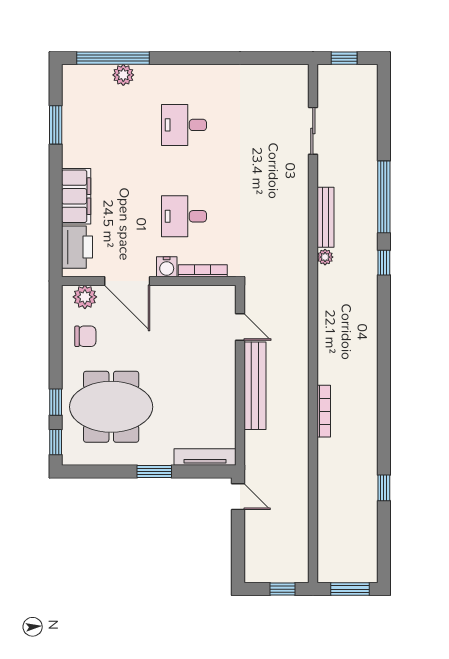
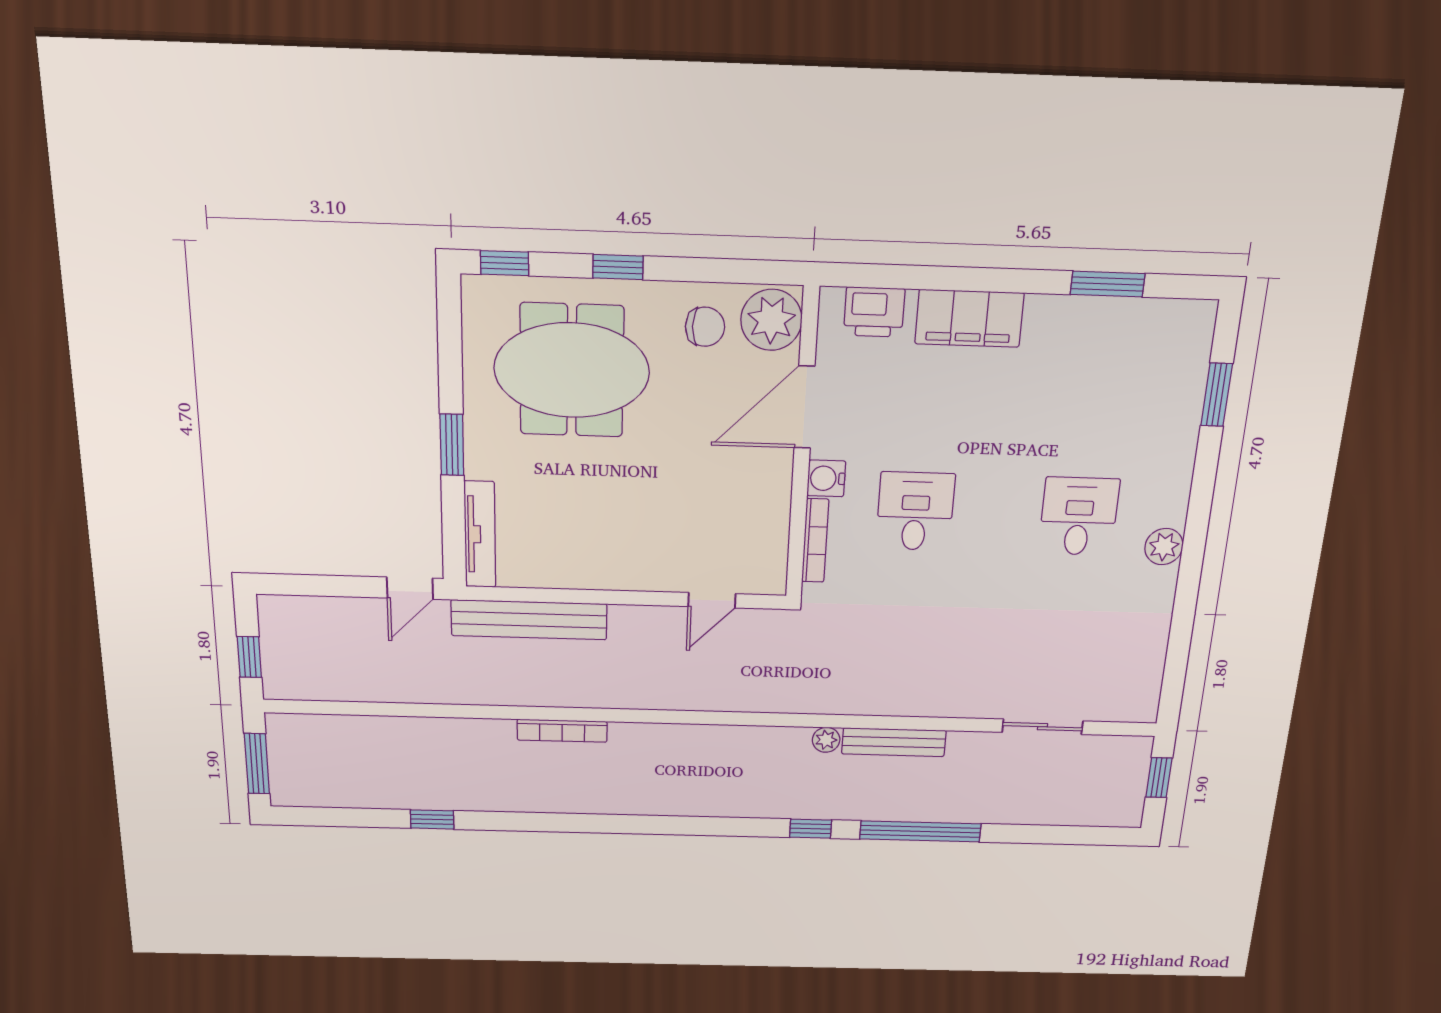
window: (113, 58) -> (1217, 395), width x0.47
plant: (123, 75) -> (1164, 547), moved
printer: (77, 247) -> (874, 312), width x0.73, depth x0.84
plant: (85, 297) -> (771, 320), width x1.36, depth x1.36
chair: (85, 336) -> (705, 327), turned -90
bench: (255, 386) -> (529, 620), moved
window: (56, 402) -> (618, 267), moved
meeting table: (111, 407) -> (572, 370), turned 90

